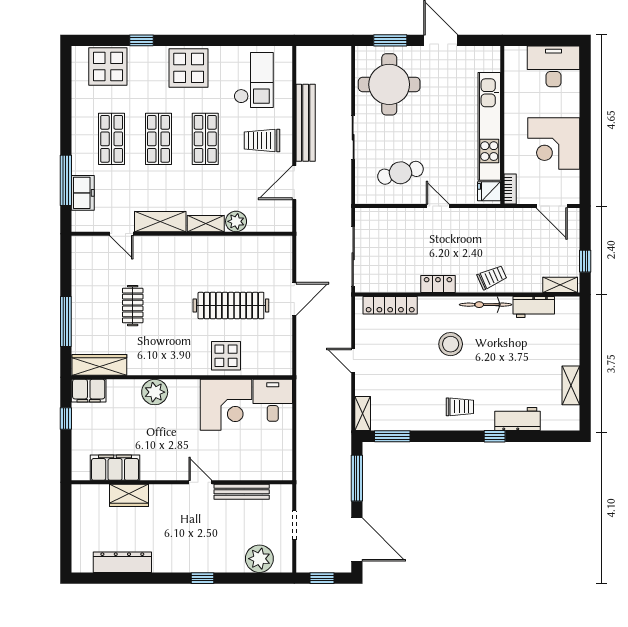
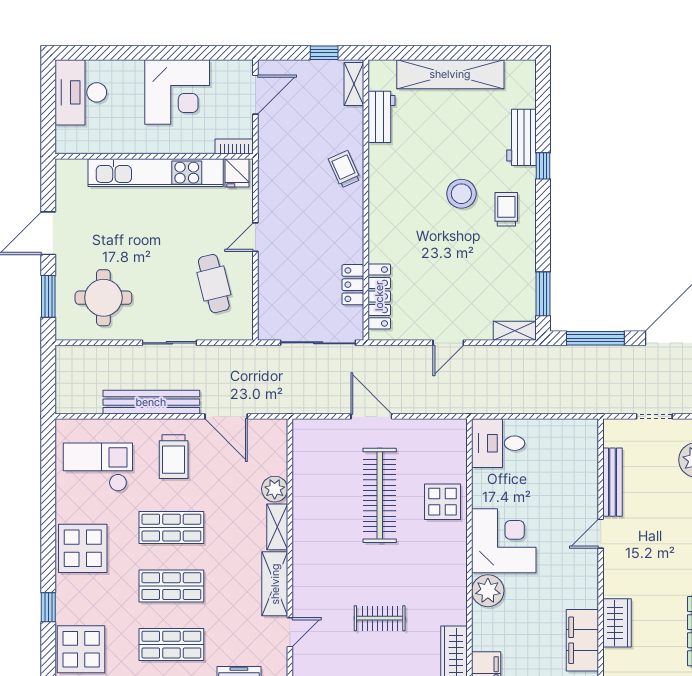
round table: (389, 84) -> (103, 298), width x0.73, depth x0.73
locker: (438, 284) -> (353, 285), moved
bicycle: (485, 305) -> (379, 177), removed
stool: (451, 344) -> (461, 194), moved
shelving: (571, 385) -> (450, 74), width x2.20, depth x1.33
corner desk: (226, 405) -> (504, 541), moved

